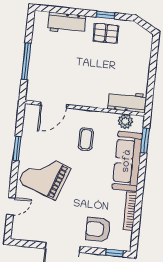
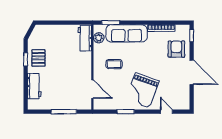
armchair: (98, 229) -> (176, 49), turned 180

